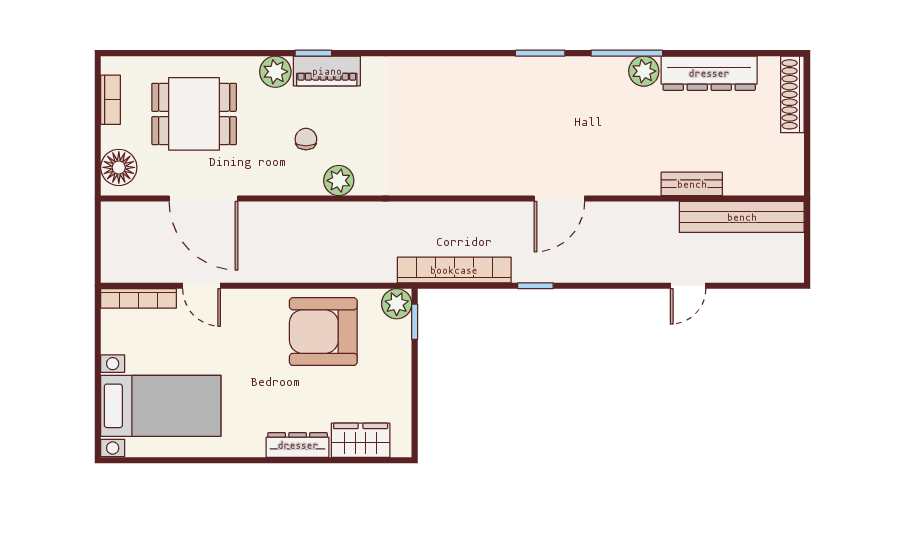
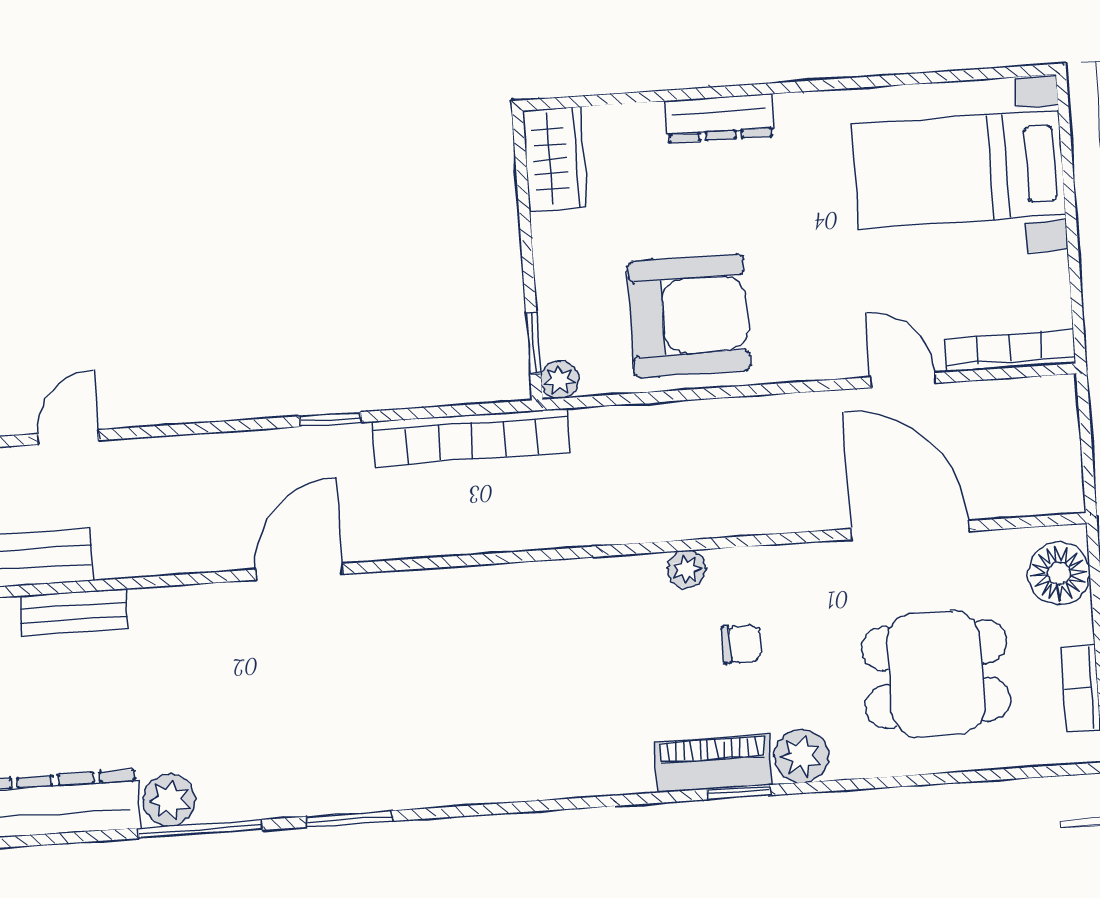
chair: (306, 139) -> (741, 644), turned -90
plant: (339, 181) -> (687, 569), width x0.73, depth x0.73
plant: (397, 304) -> (560, 380), width x0.73, depth x0.73
wardrobe: (361, 440) -> (555, 159), moved, turned -90

